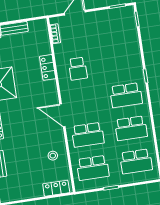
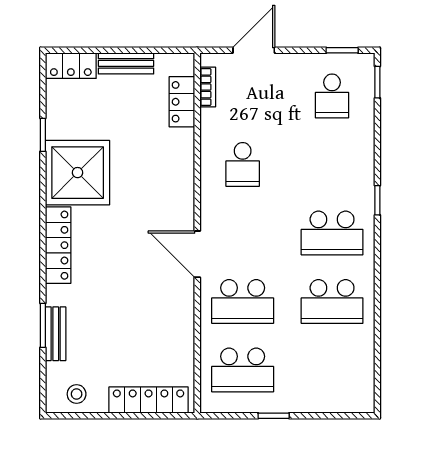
locker: (48, 67) -> (182, 102), moved
stool: (53, 156) -> (77, 394), moved
school desk: (136, 161) -> (332, 96), moved, width x0.54
locker: (56, 188) -> (149, 400), width x1.53

